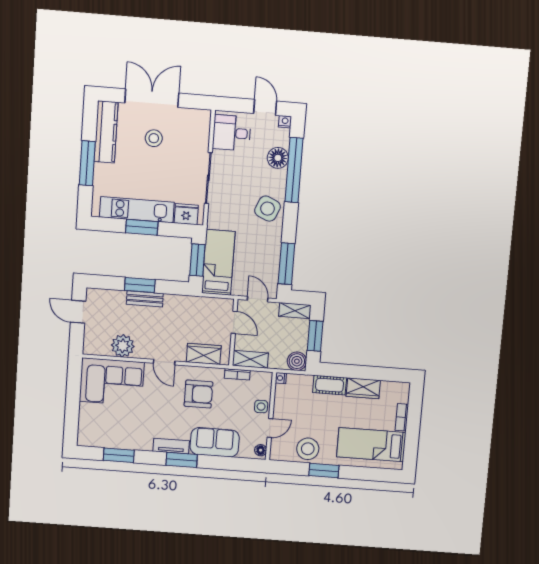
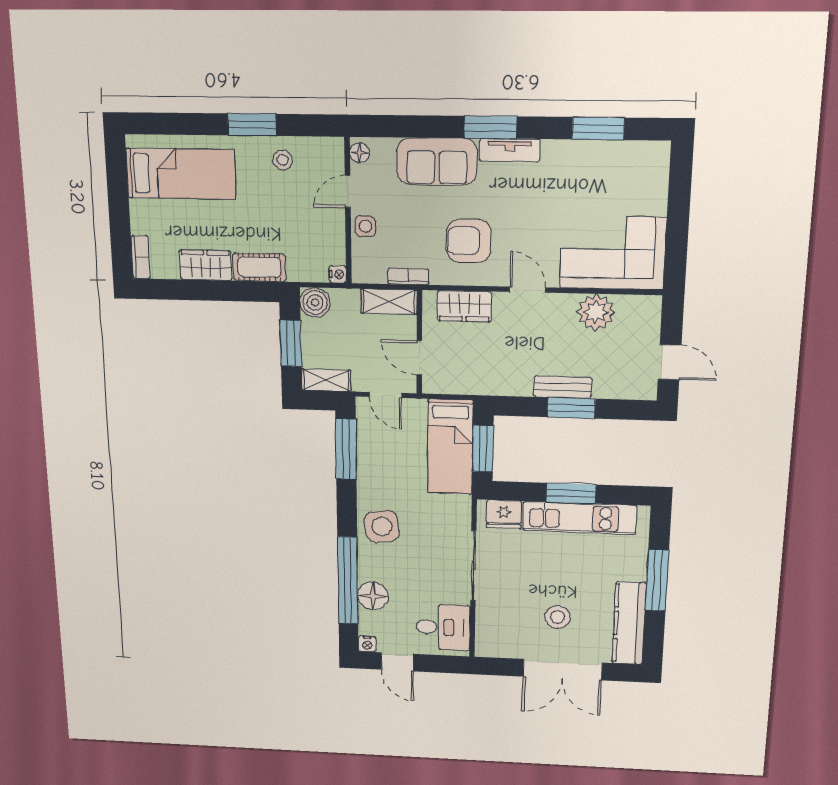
side table: (268, 209) -> (382, 526), turned -33
bookcase: (402, 417) -> (141, 257), moved
stool: (308, 449) -> (283, 160), width x0.53, depth x0.53

